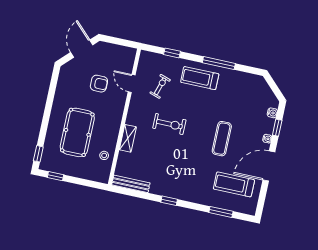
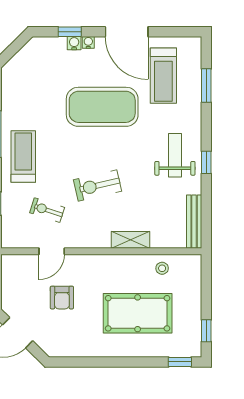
treadmill: (200, 78) -> (23, 157), turned 180
armchair: (99, 84) -> (62, 298), turned 180
water cooler: (272, 113) -> (74, 43), moved
exercise bike: (169, 124) -> (98, 185), turned -103
exercise mat: (222, 139) -> (102, 107), width x2.00, depth x1.45
weight bench: (179, 181) -> (175, 155), added

